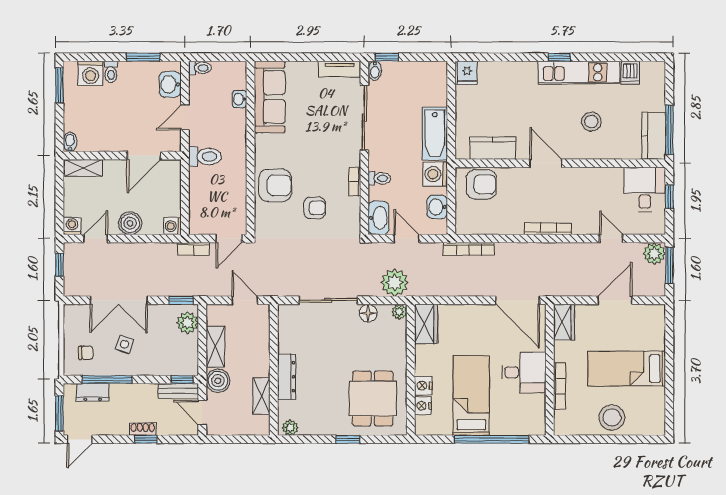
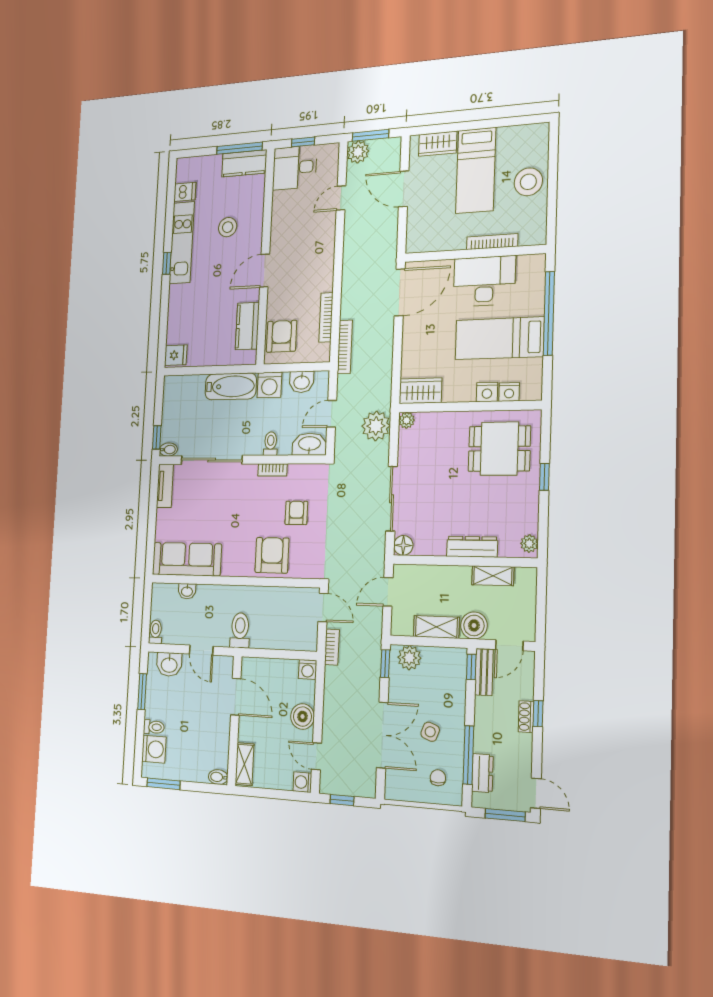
bookcase: (548, 229) -> (326, 317), moved
floor lamp: (368, 313) -> (403, 545), moved
wardrobe: (564, 322) -> (438, 144), moved, turned 180
desk: (524, 372) -> (484, 281), width x1.37

